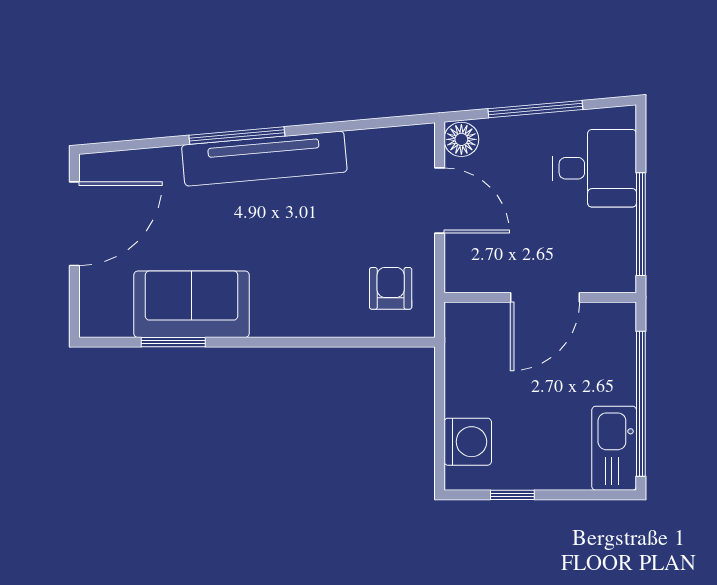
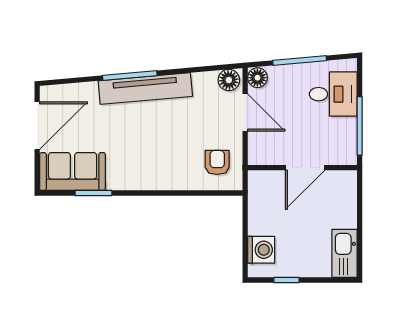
floor lamp: (411, 144) -> (229, 80), added
sofa: (191, 304) -> (73, 172), moved
window: (641, 404) -> (360, 228), removed

